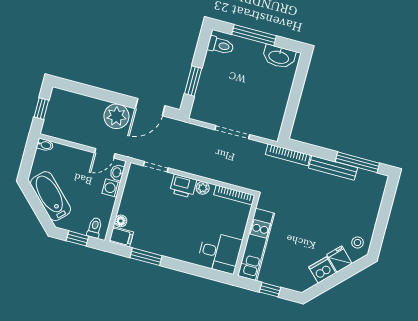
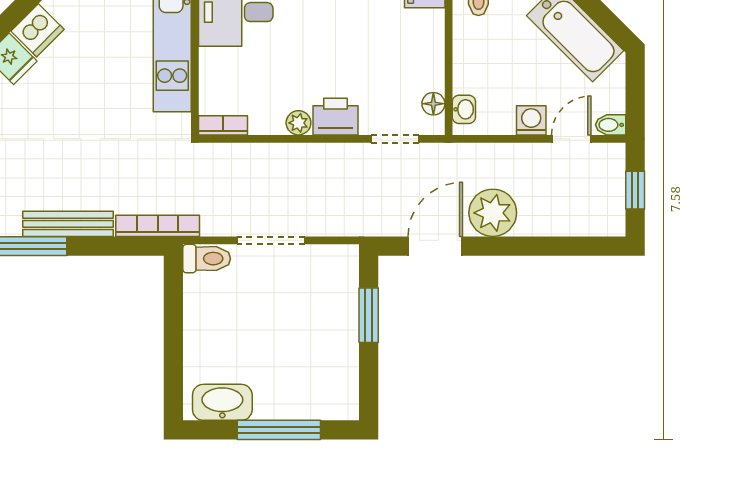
toilet: (221, 45) -> (207, 259), moved, turned 180
door: (105, 153) -> (571, 139), moved
washing machine: (111, 188) -> (531, 120), moved, turned -90
bookcase: (234, 195) -> (223, 125), width x0.64
floor lamp: (121, 221) -> (433, 104), moved

